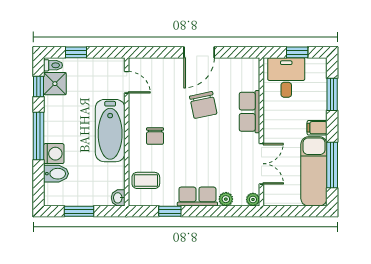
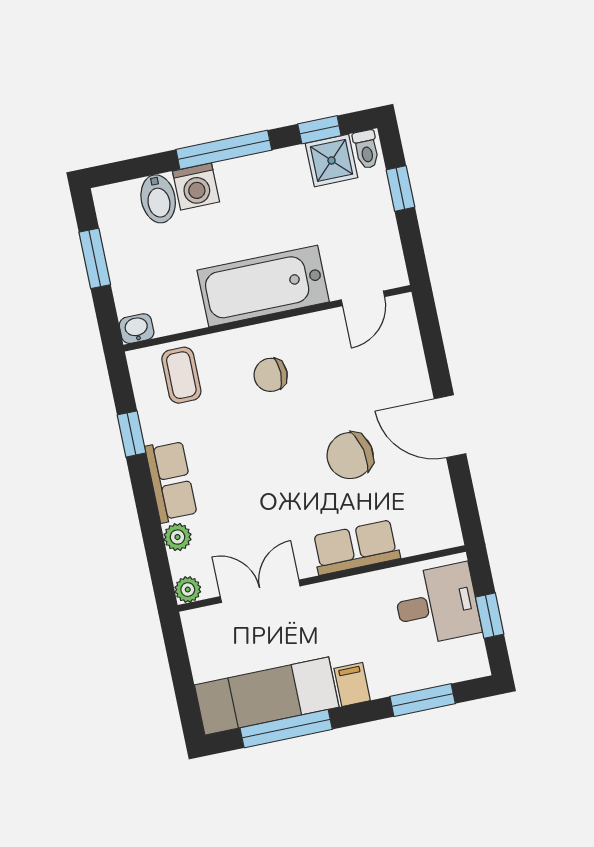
double door: (261, 164) -> (260, 591), swing flipped

